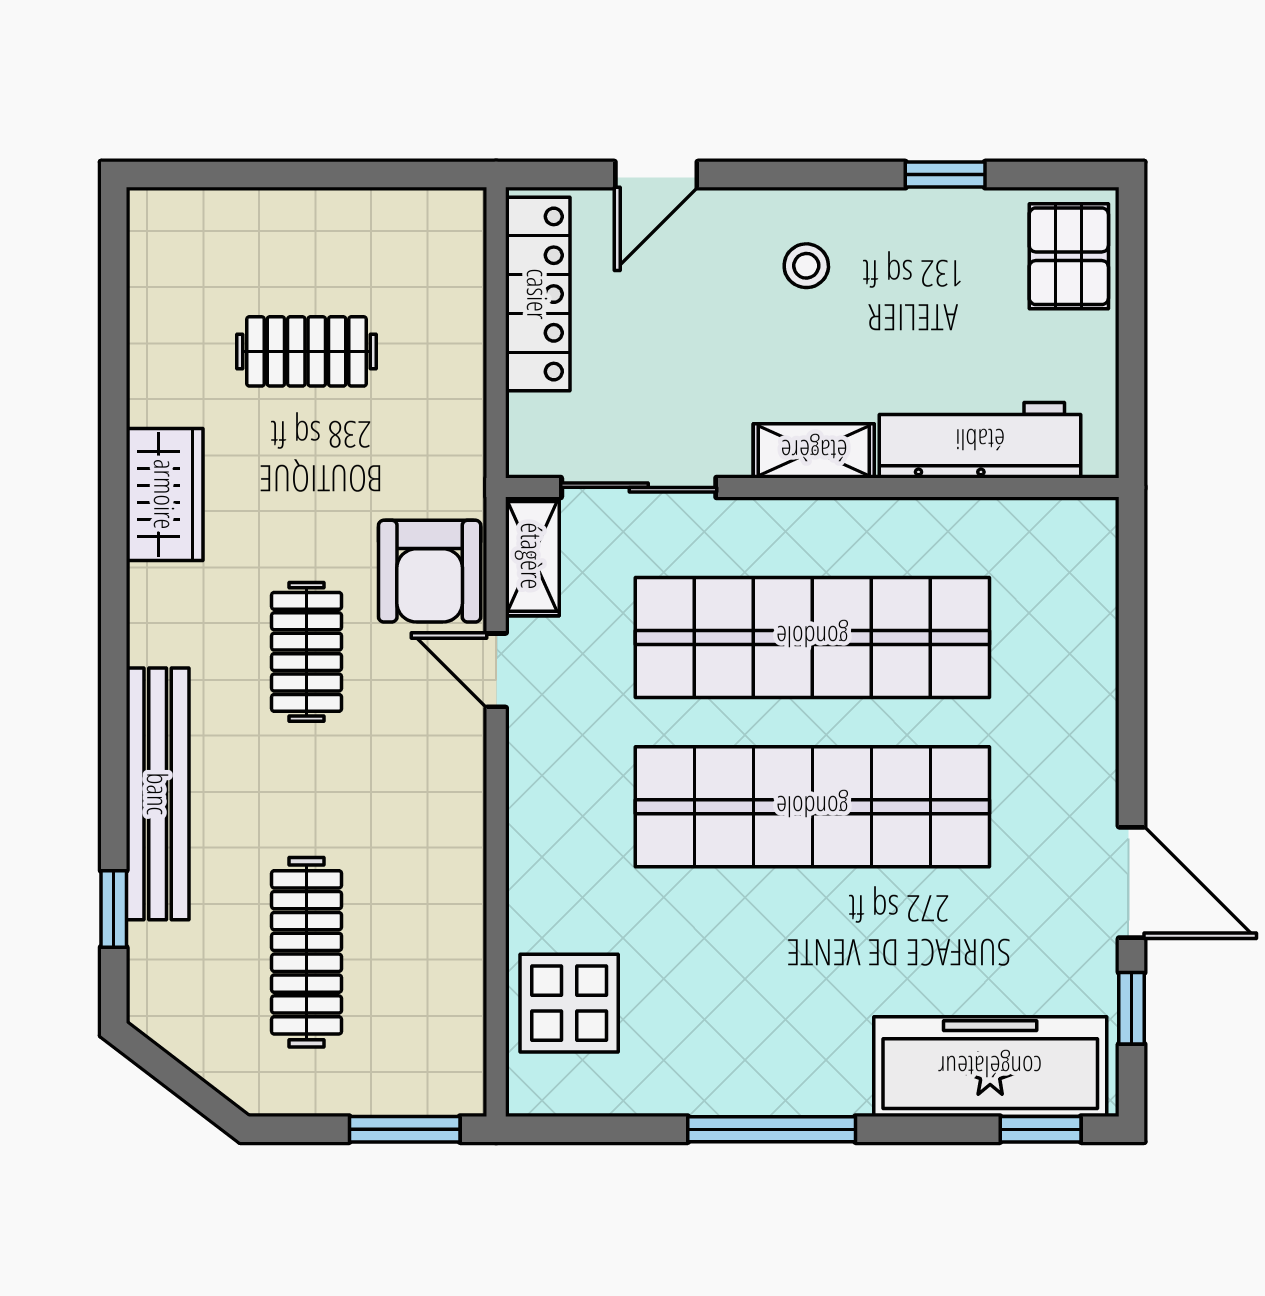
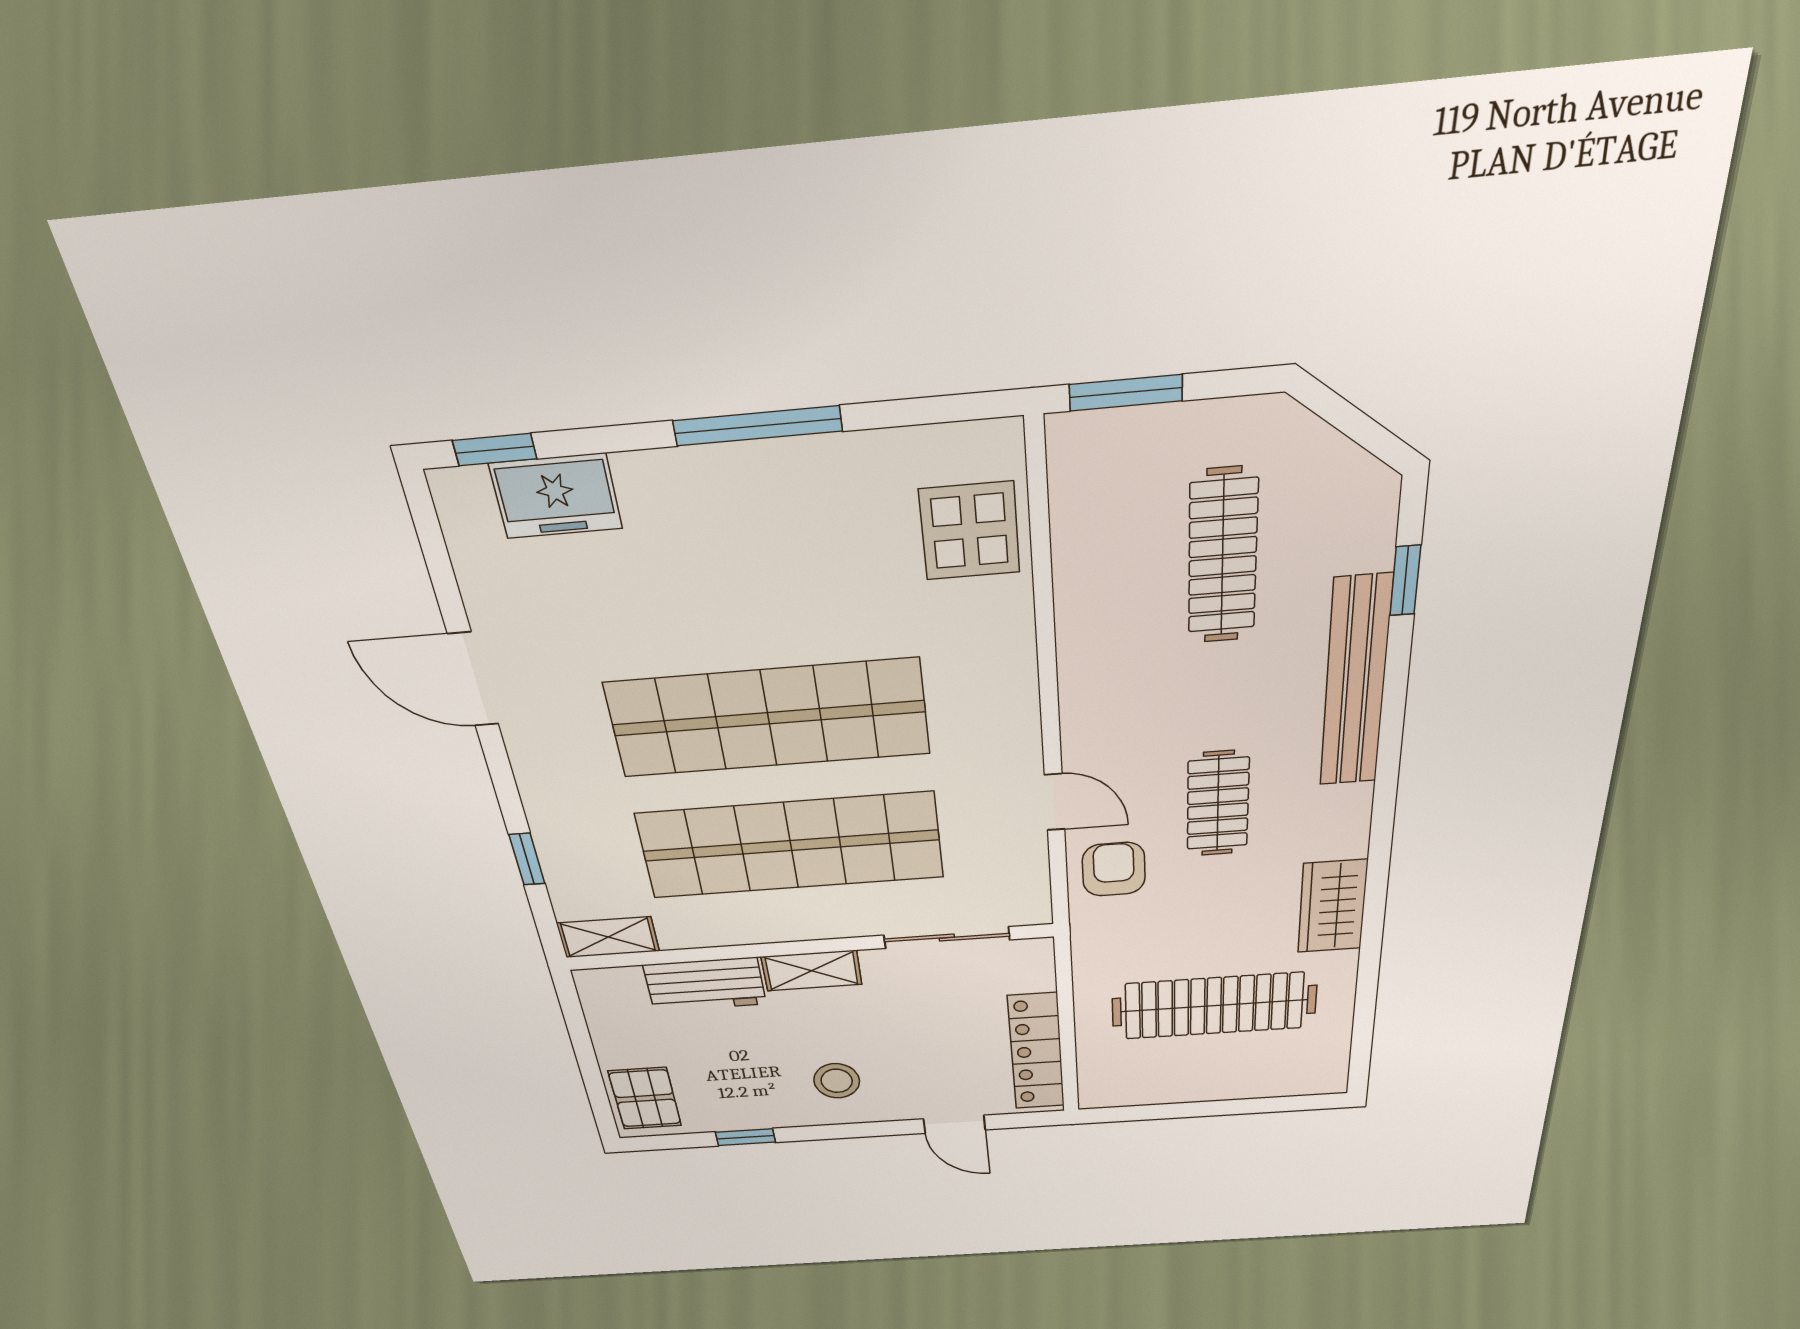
door: (656, 175) -> (954, 1124), swing flipped
stool: (806, 266) -> (837, 1081), width x1.37, depth x1.37
clothes rail: (307, 351) -> (1214, 1006), width x1.86, depth x1.31
workbench: (980, 440) -> (705, 985), width x0.73
shelving: (532, 556) -> (608, 937), moved, turned 90
armchair: (430, 571) -> (1114, 869), width x0.72, depth x0.72
window: (1132, 1008) -> (527, 859), moved
freezer: (990, 1067) -> (556, 496), width x0.52, depth x0.79

